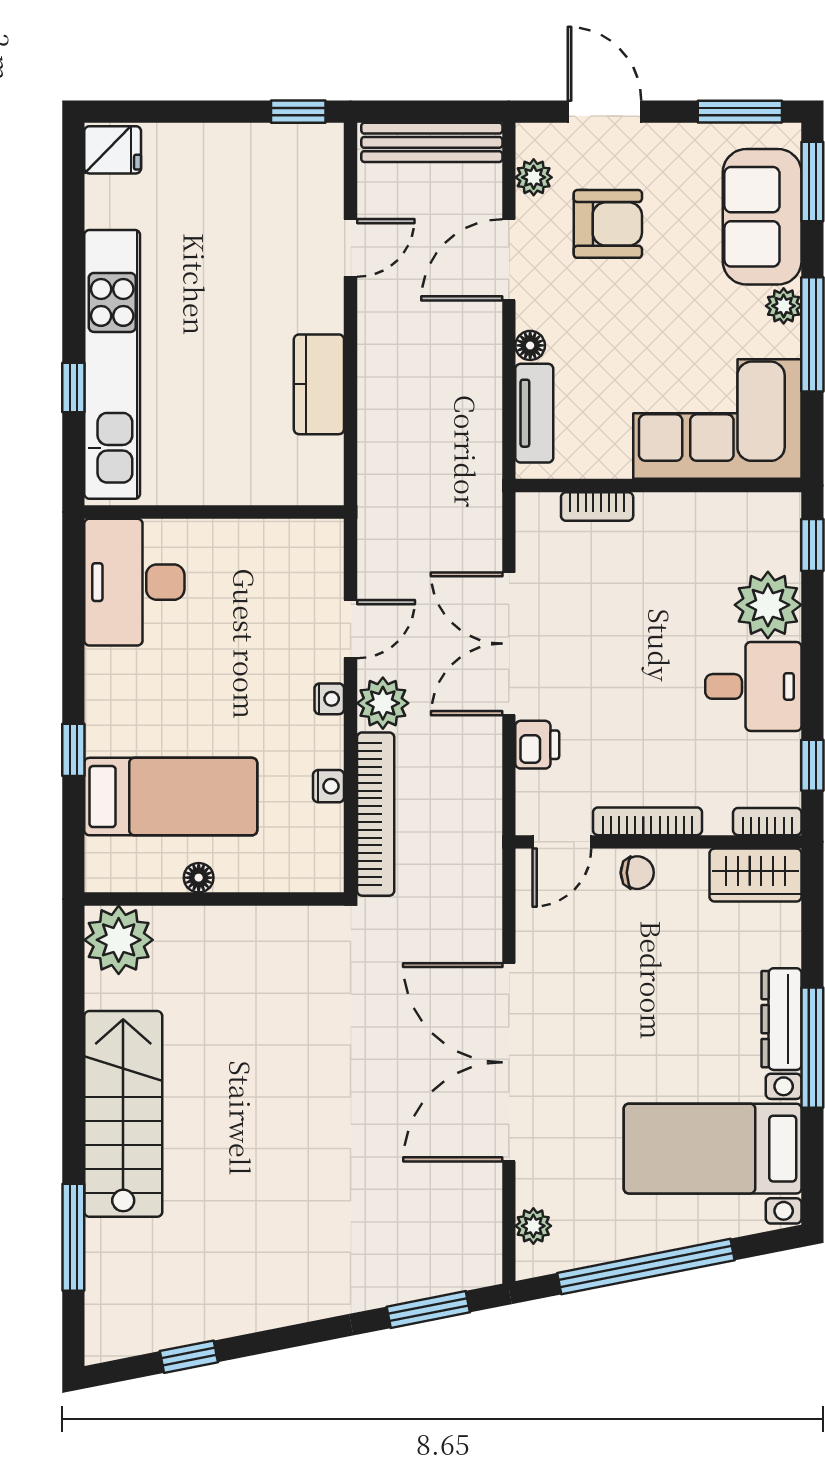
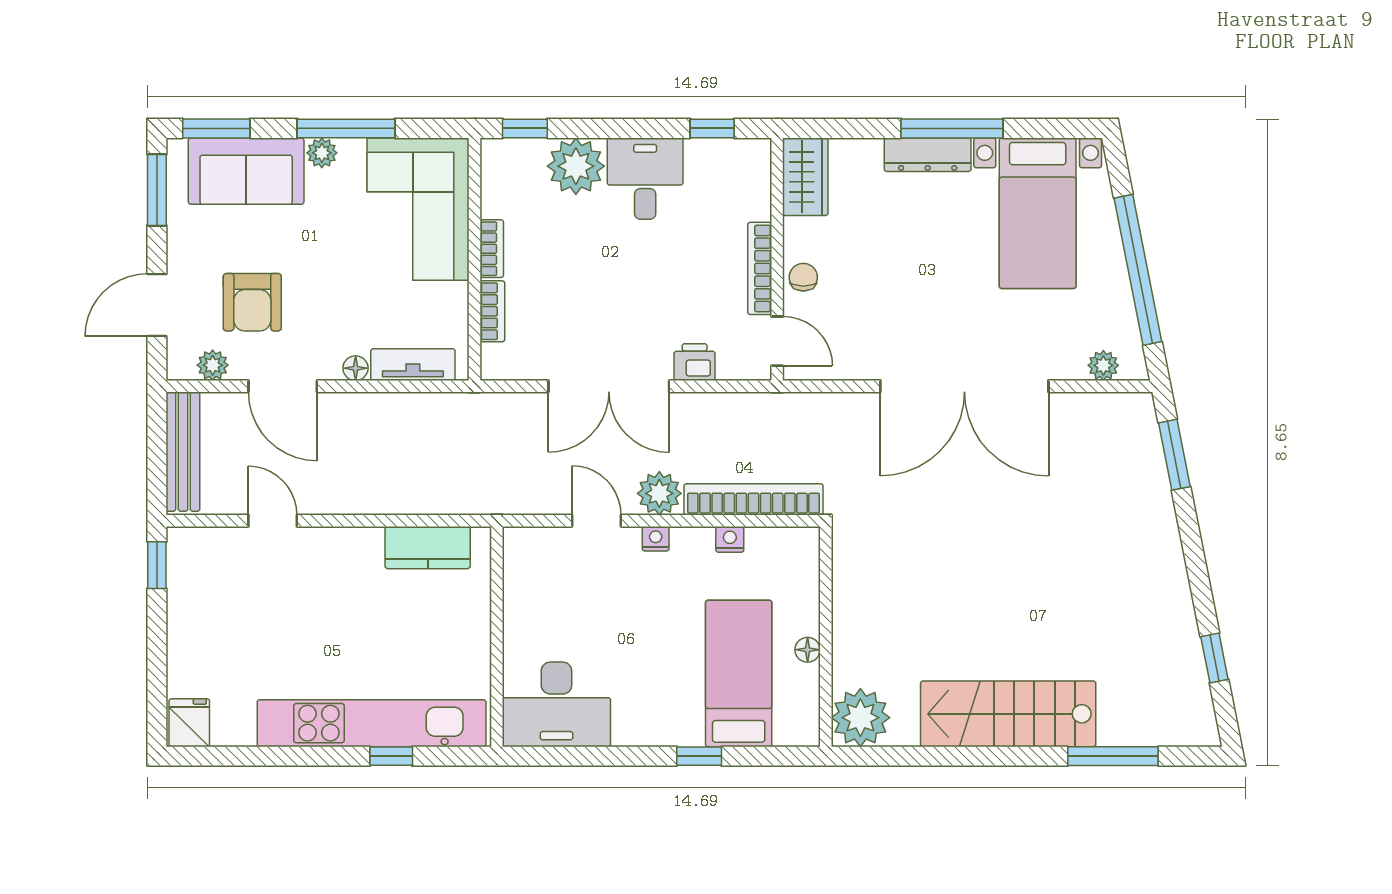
armchair: (608, 224) -> (252, 302), turned 180
kitchen counter: (319, 384) -> (428, 548), moved
bookcase: (767, 822) -> (492, 249), moved, turned 180

